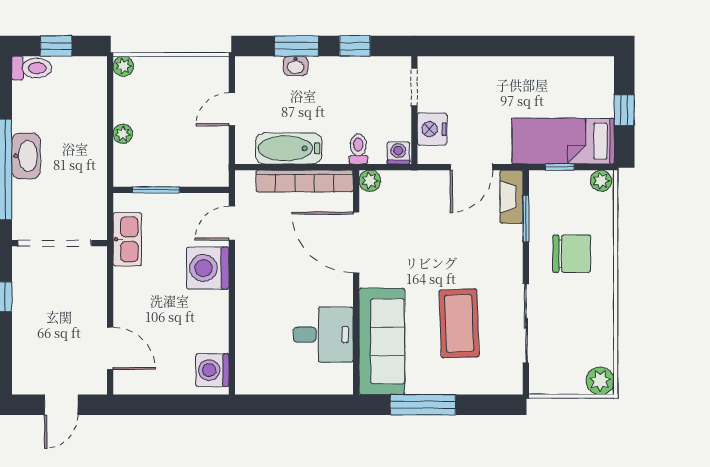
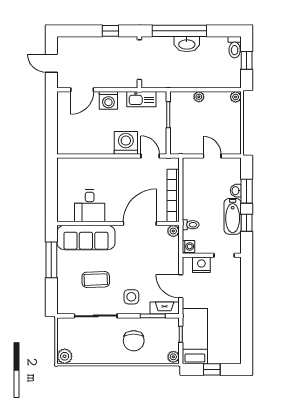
bathtub: (289, 148) -> (233, 216), moved, turned 180
side table: (491, 258) -> (131, 297), added
coffee table: (459, 323) -> (96, 280), width x0.73, depth x0.76
washing machine: (212, 370) -> (108, 100), moved, turned 180

